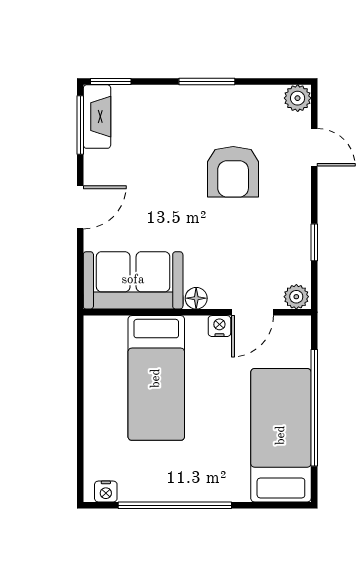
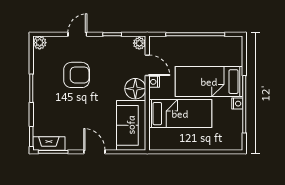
door: (314, 147) -> (77, 34), moved
floor lamp: (196, 298) -> (135, 89), width x1.89, depth x1.89
bed: (281, 435) -> (209, 82), moved
nightstand: (106, 491) -> (237, 104), moved

